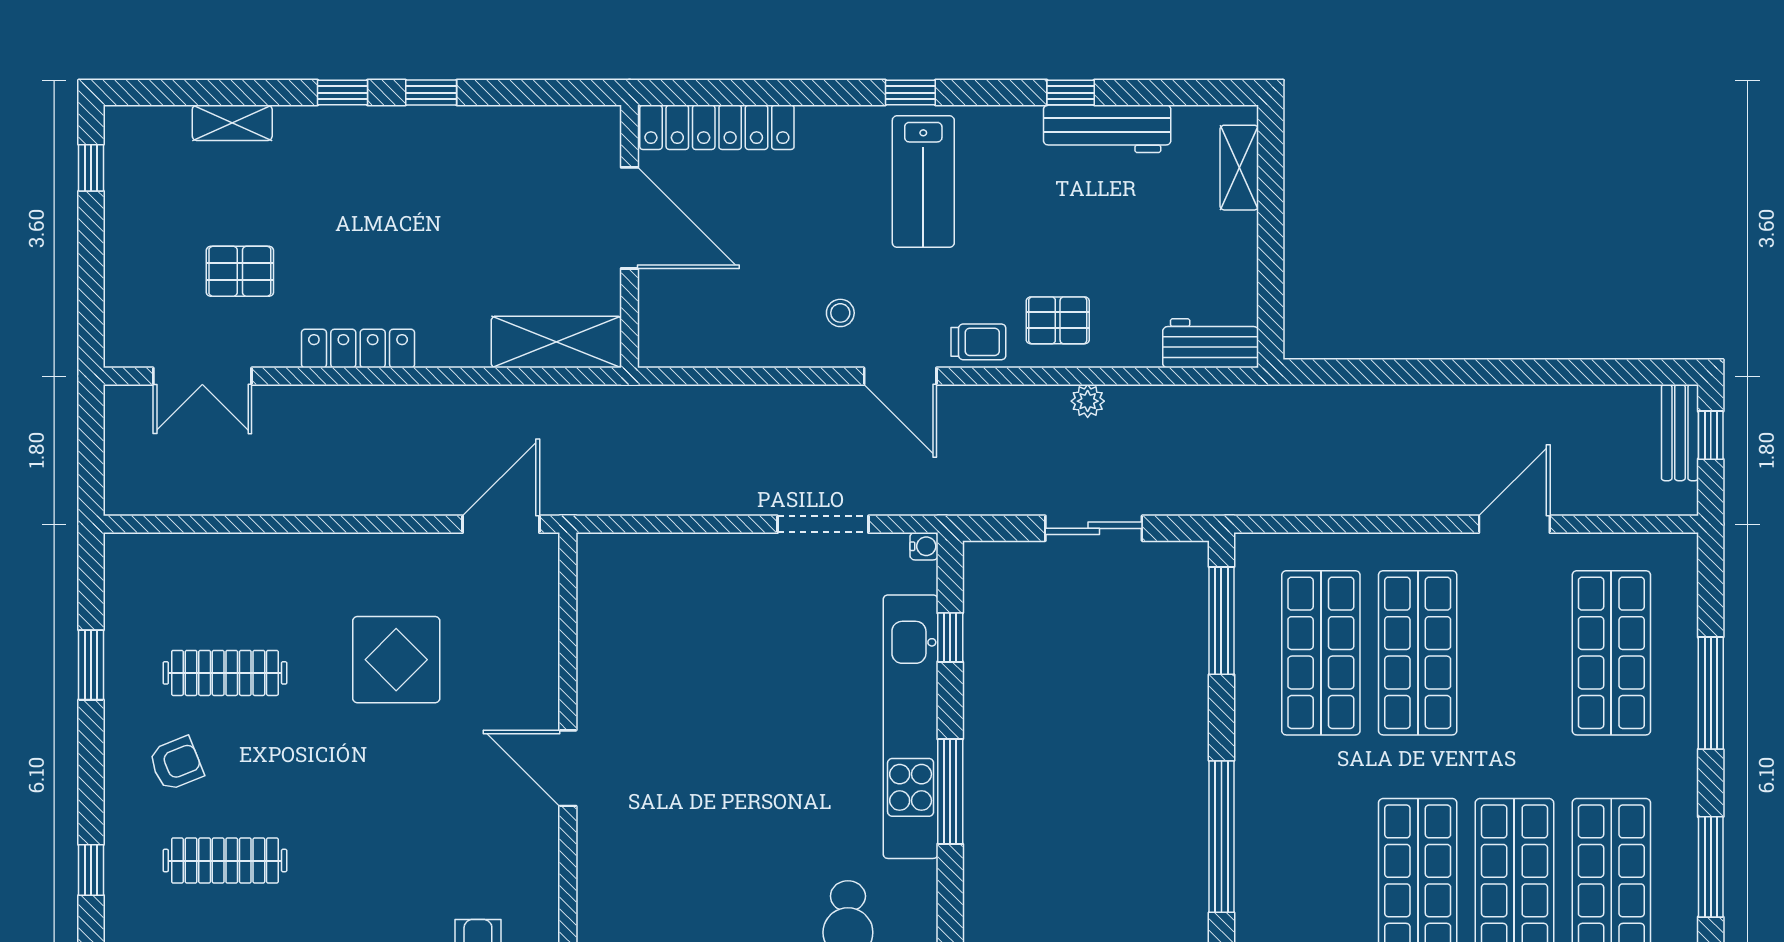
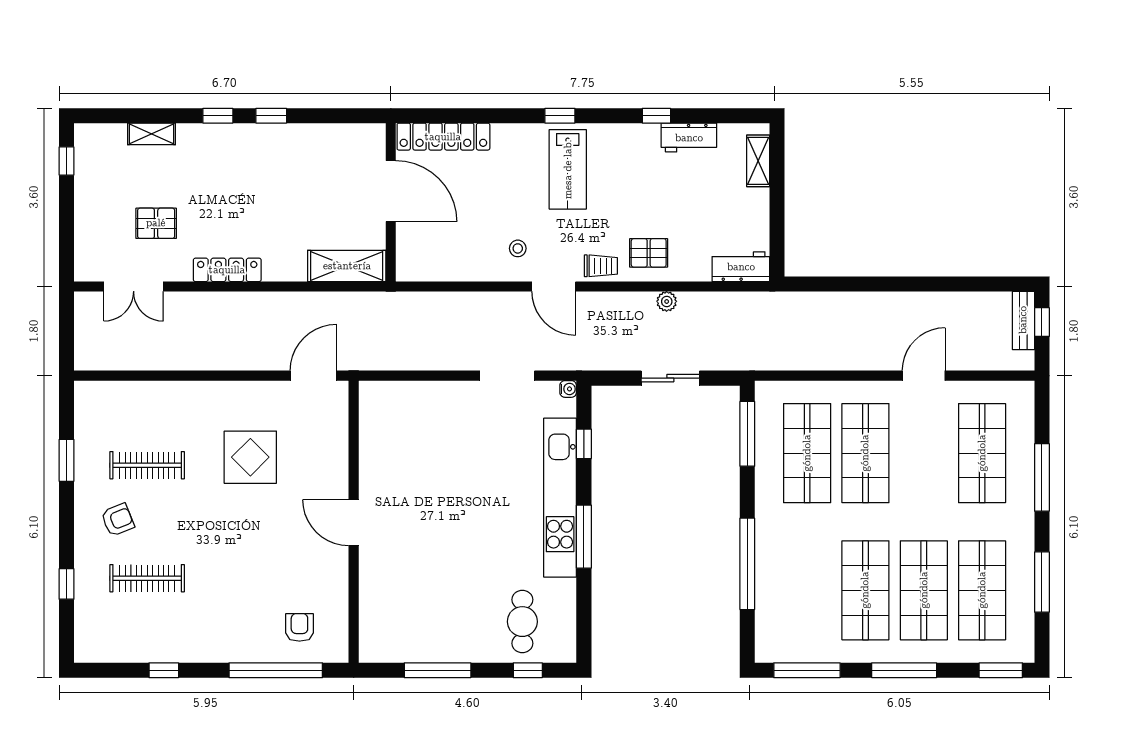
workbench: (1107, 129) -> (689, 138), width x0.73

